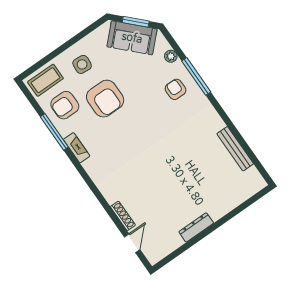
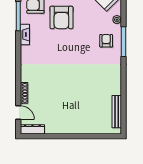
bench: (235, 149) -> (117, 112), moved
dresser: (196, 227) -> (32, 129), moved
door: (132, 243) -> (18, 113), hinge flipped

